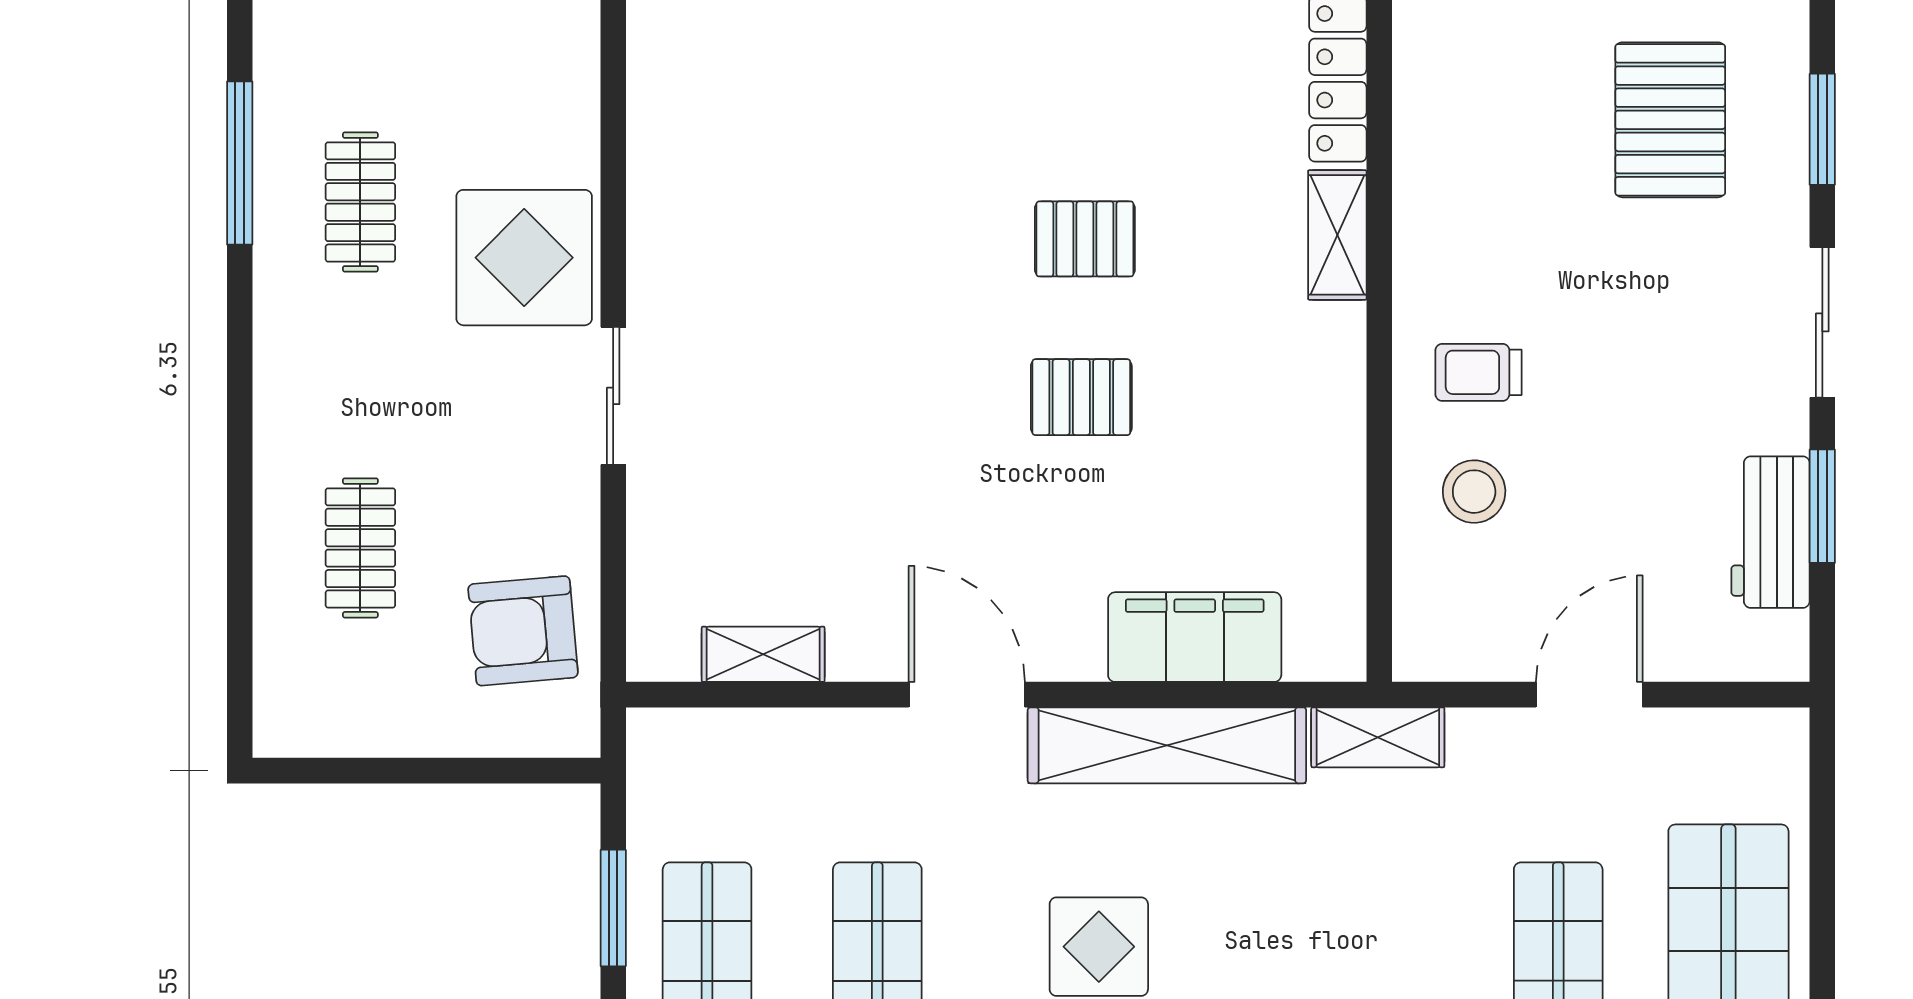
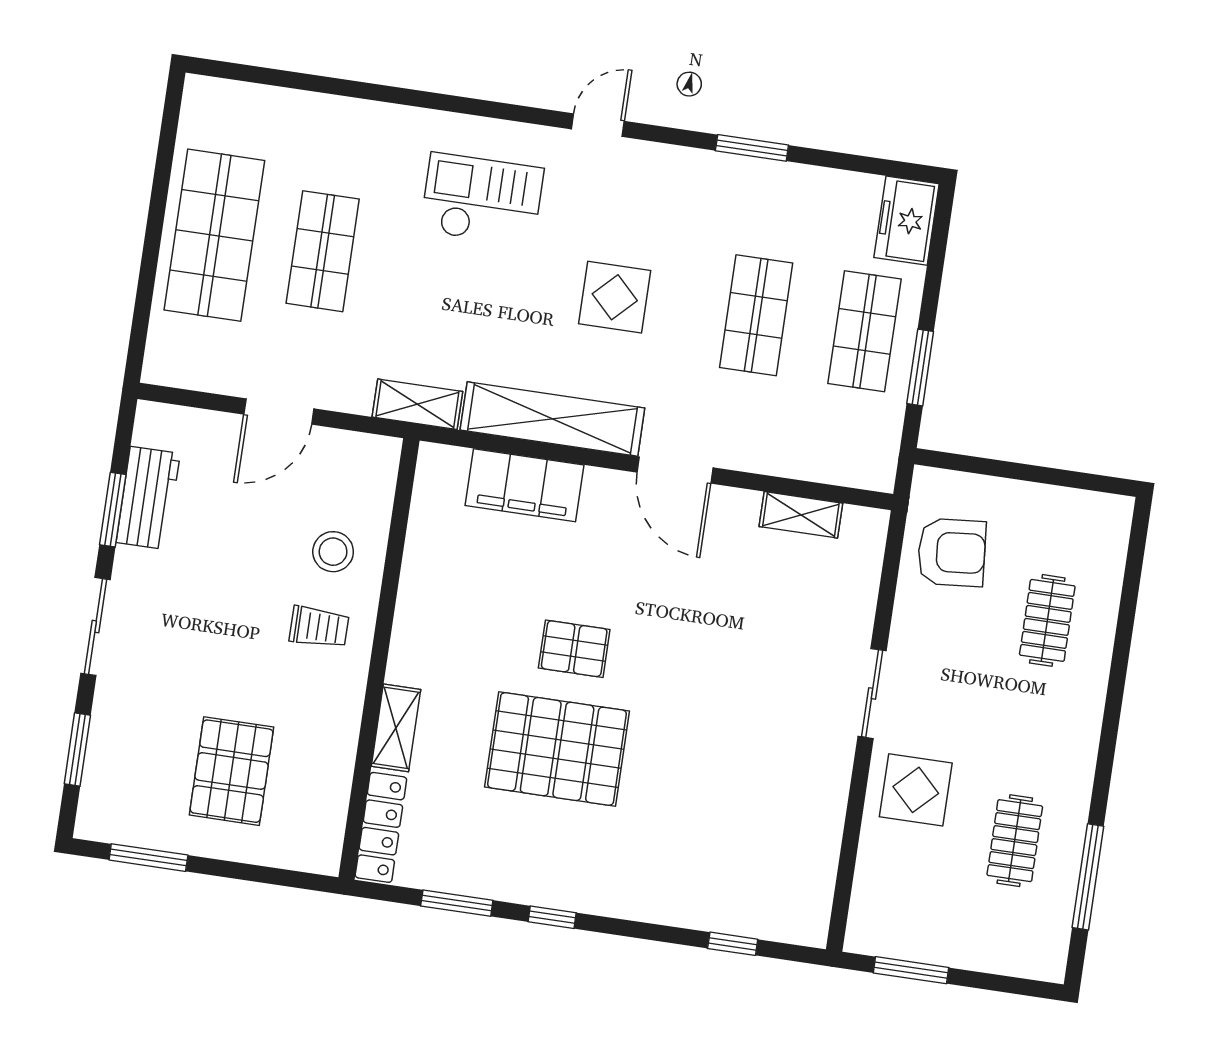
pallet: (1670, 120) -> (232, 771), moved
pallet: (1085, 239) -> (557, 749), width x2.05, depth x2.00
display table: (524, 258) -> (916, 790), width x0.73, depth x0.73

